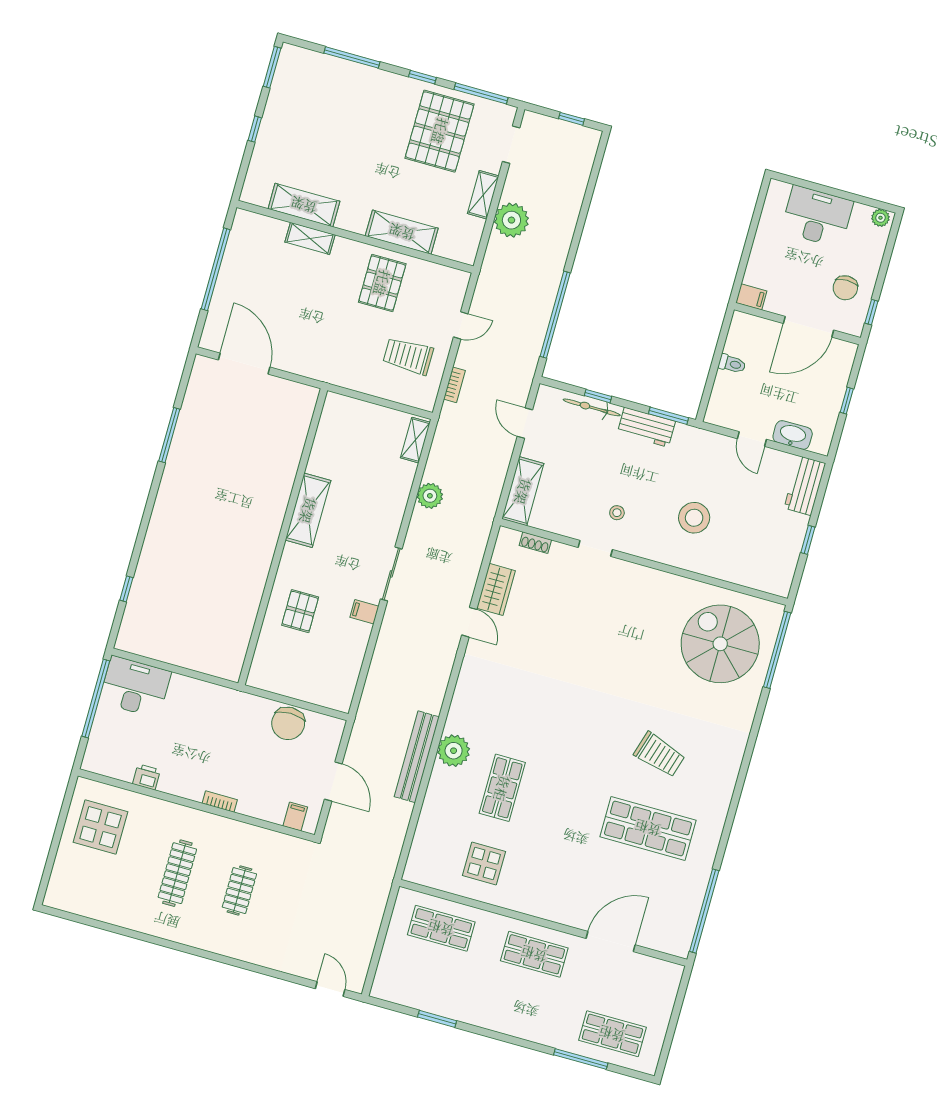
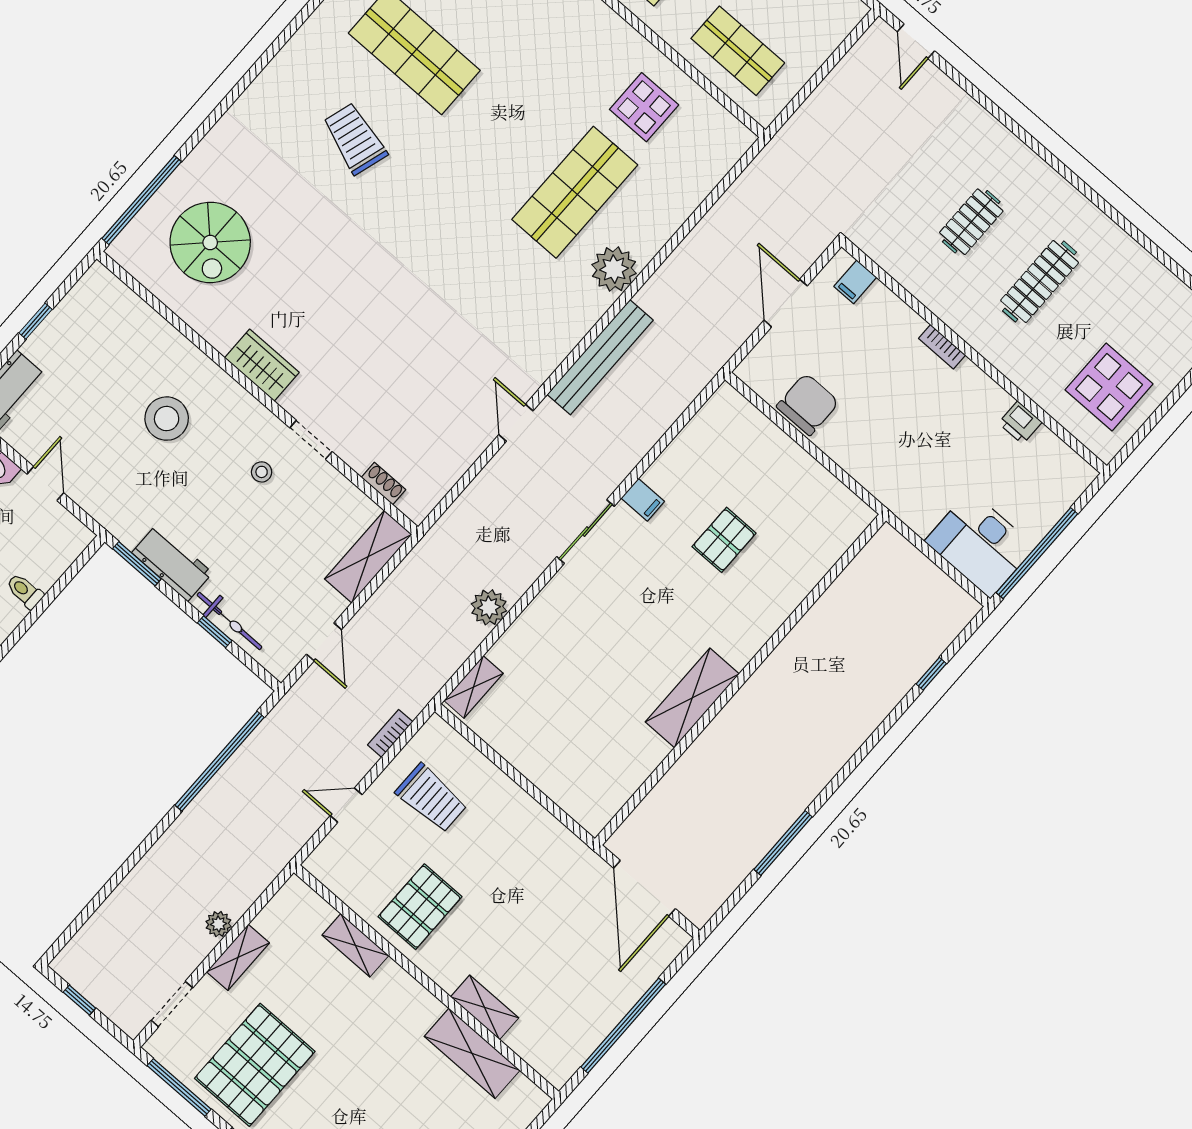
plant: (511, 220) -> (219, 924), width x0.53, depth x0.53
shelving: (402, 232) -> (355, 945), width x0.67, depth x0.75
shelving: (308, 510) -> (692, 698), moved
wall: (283, 537) -> (741, 680), moved
wardrobe: (496, 589) -> (262, 365), moved, turned 90
spiral stairs: (720, 644) -> (210, 242), width x0.73, depth x0.73
bench: (417, 757) -> (600, 357), moved
shop shelf: (502, 788) -> (575, 192), width x1.43, depth x1.36

